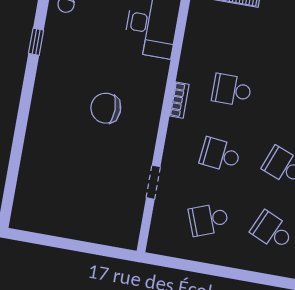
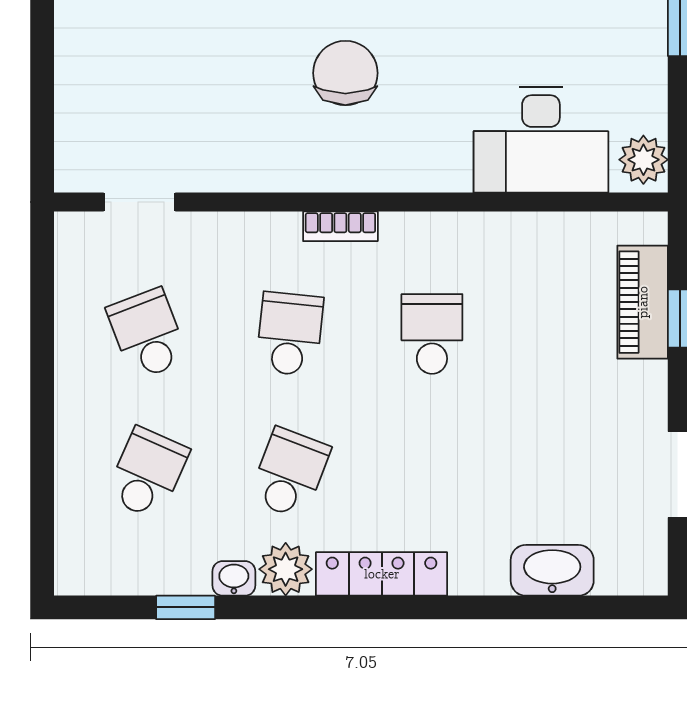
bookcase: (179, 100) -> (340, 226), moved
doorway: (153, 182) -> (140, 202), moved

